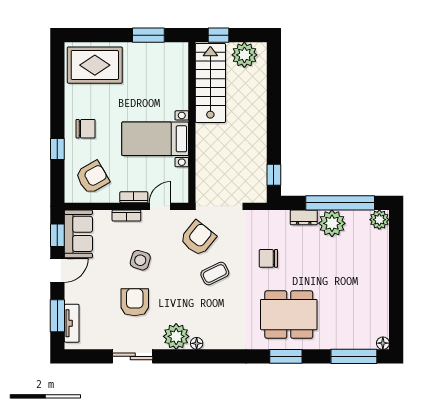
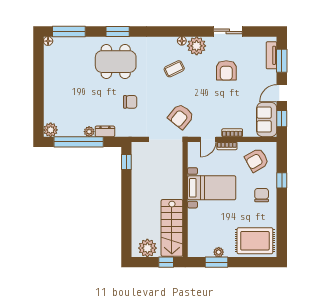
plant: (145, 49) -> (219, 252), added
chair: (86, 129) -> (262, 195), turned 90
plant: (332, 223) -> (89, 132), width x0.53, depth x0.53
side table: (140, 260) -> (222, 101), removed
coffee table: (215, 273) -> (174, 69), moved

